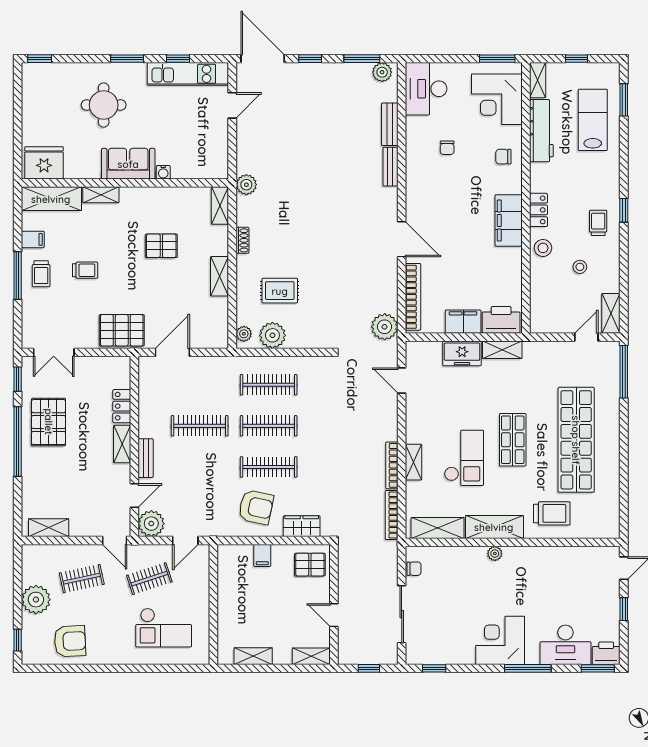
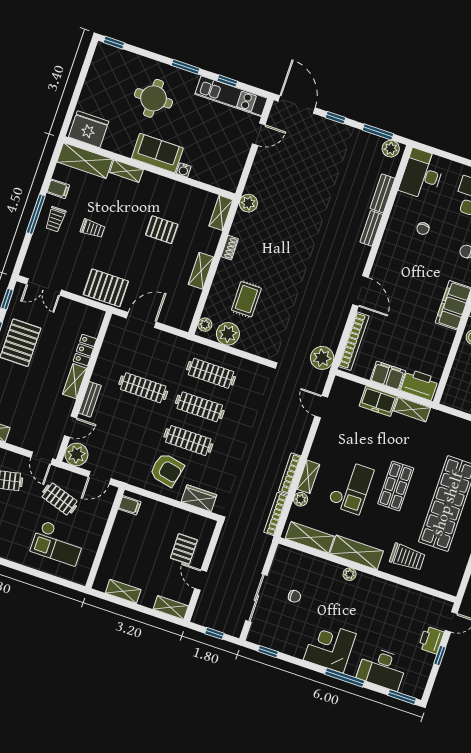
rug: (280, 291) -> (246, 299), turned 90
plant: (413, 490) -> (301, 499), added
filing cabinet: (262, 555) -> (130, 505), moved, turned -90
pallet: (310, 565) -> (184, 549), moved, turned 90
chair: (414, 569) -> (294, 596), moved
clothes rail: (149, 579) -> (60, 499), turned 36
printer: (606, 653) -> (431, 640), moved, turned -90

